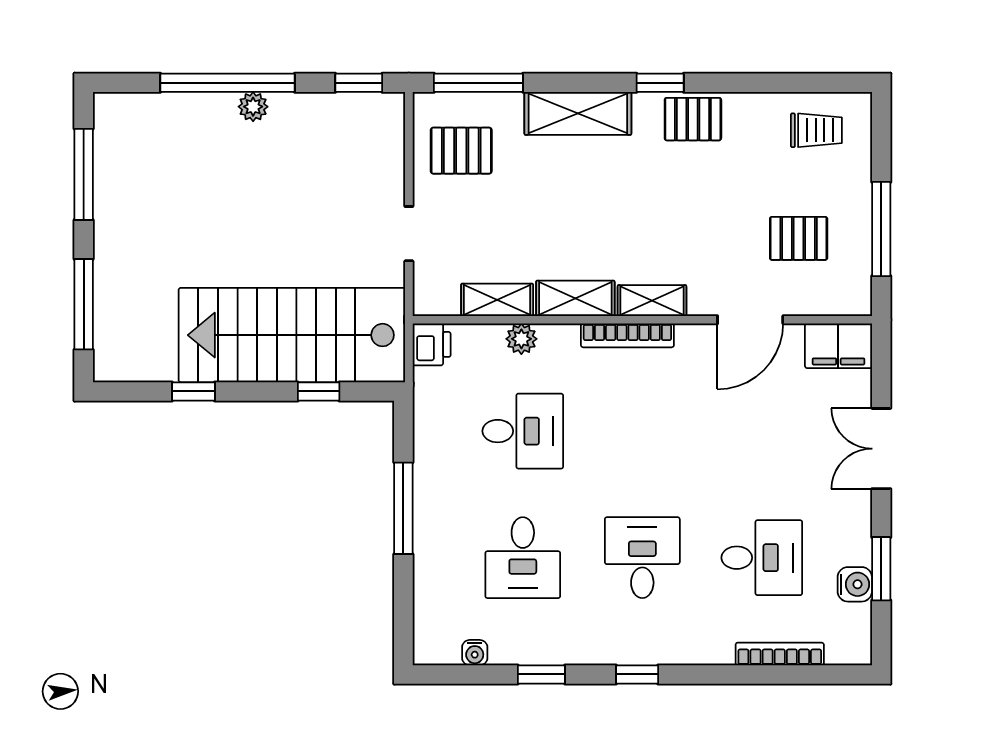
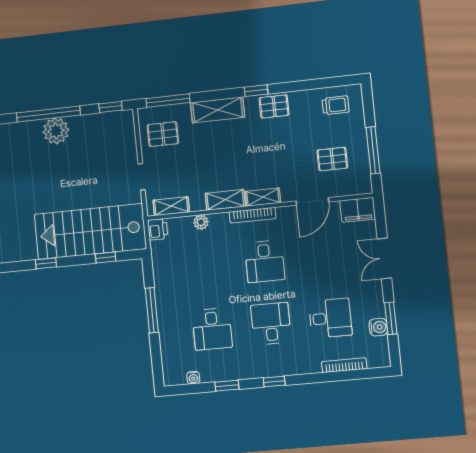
plant: (253, 107) -> (56, 131), width x1.87, depth x1.87
shelving: (497, 300) -> (171, 206), moved
desk: (523, 431) -> (265, 261), moved, turned 90

